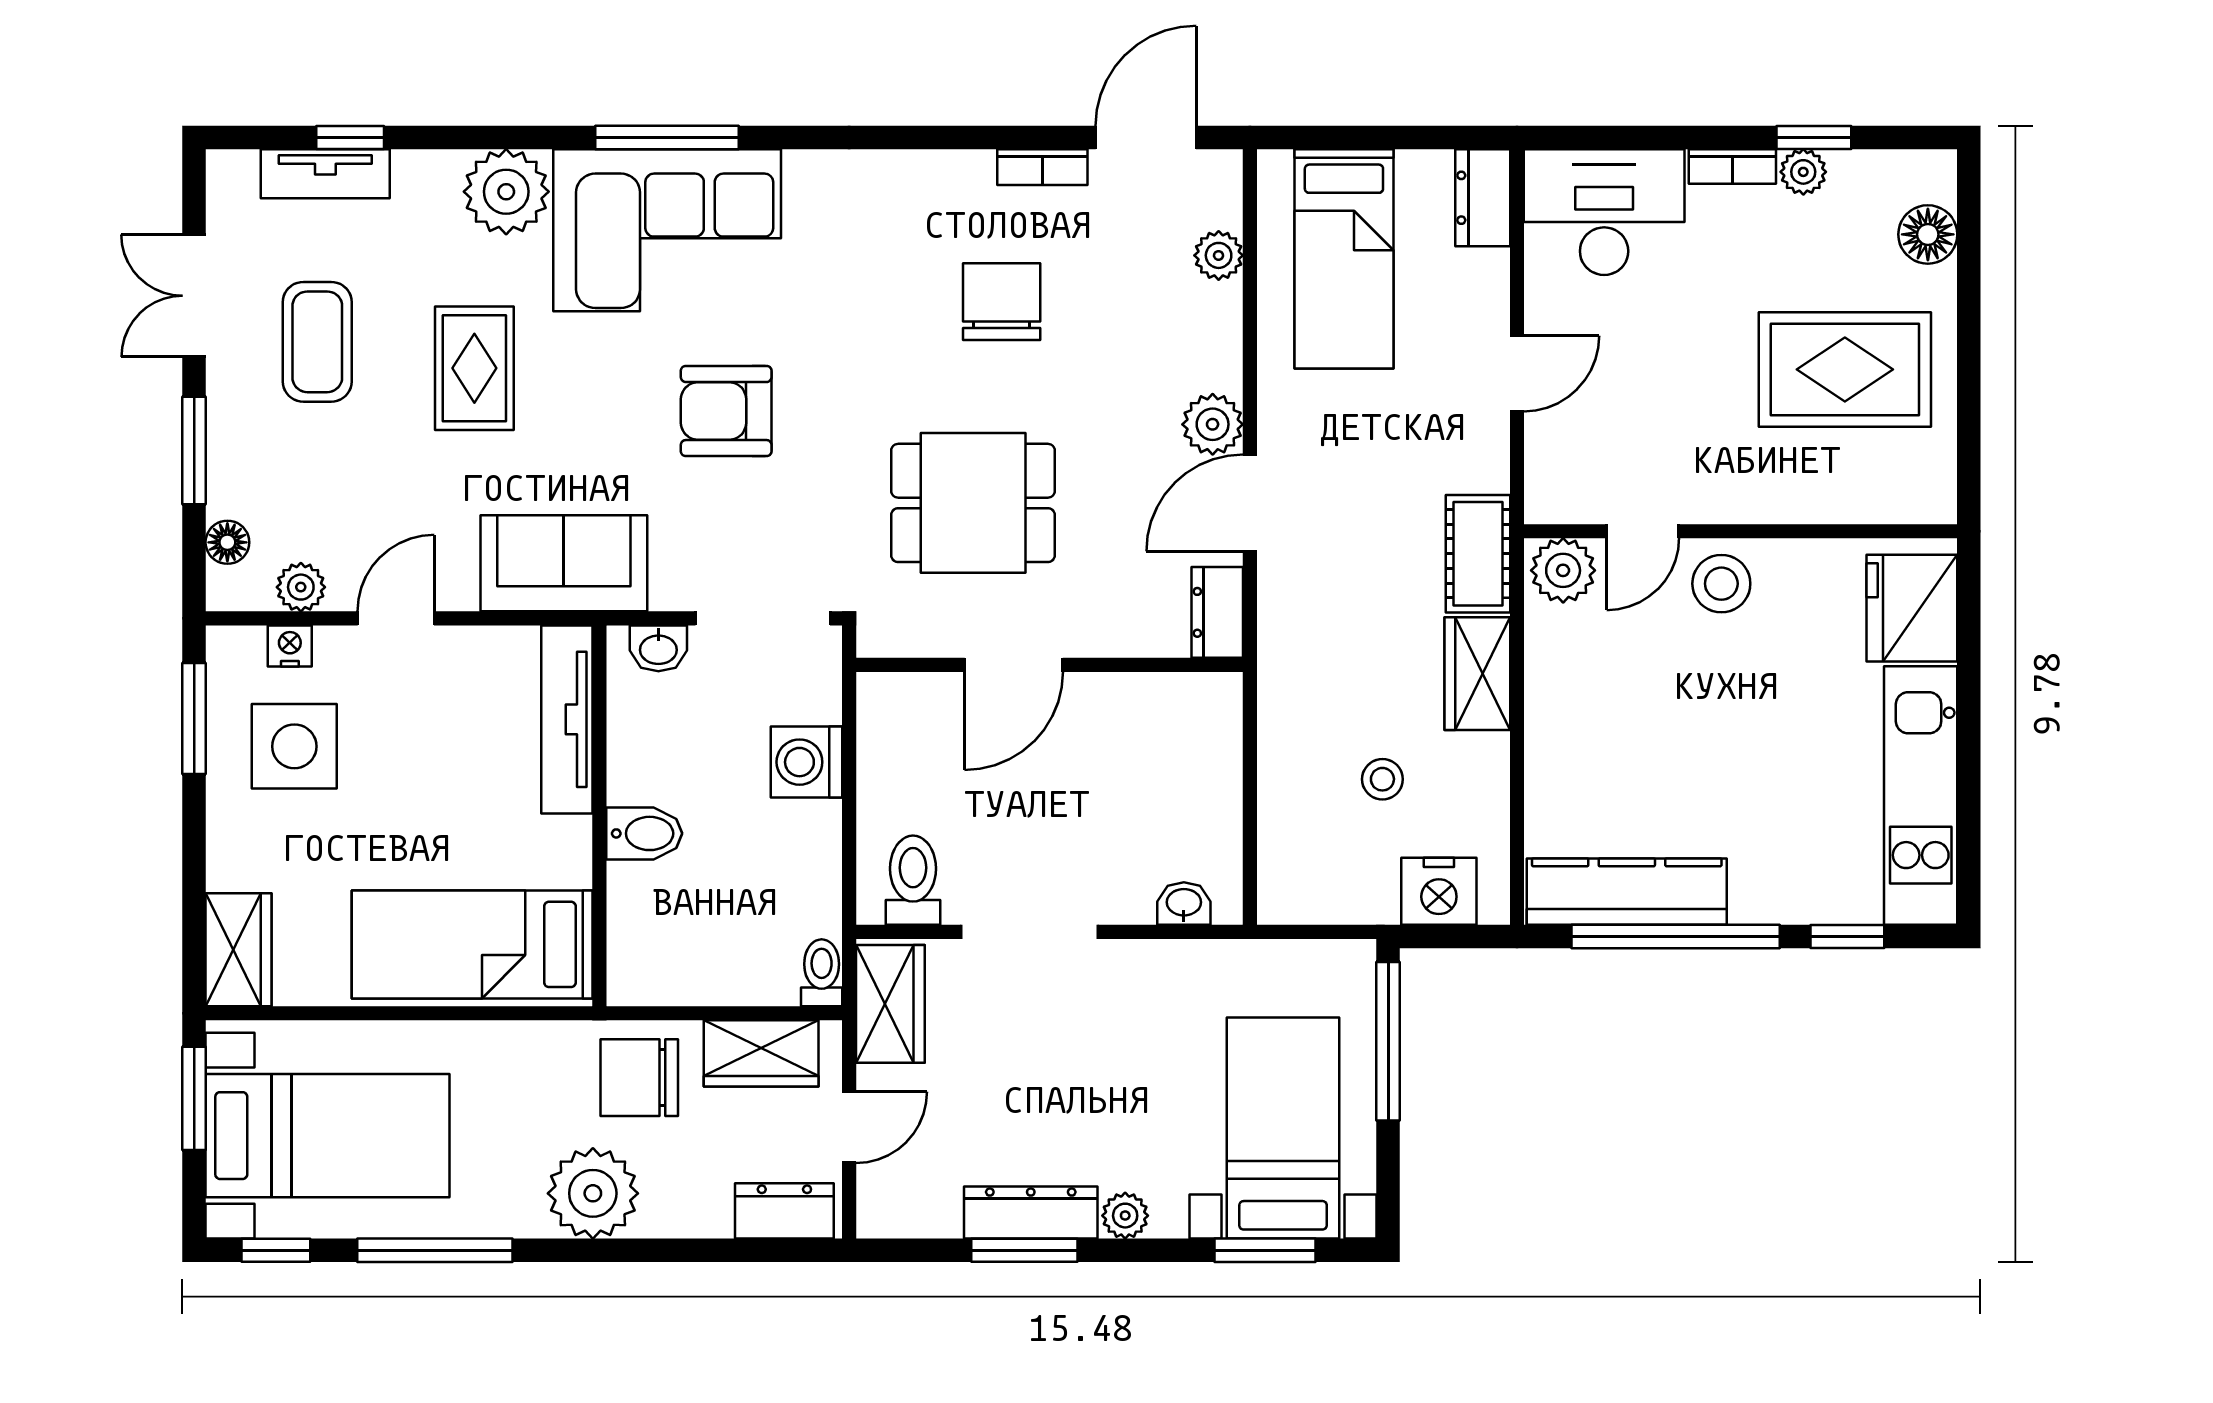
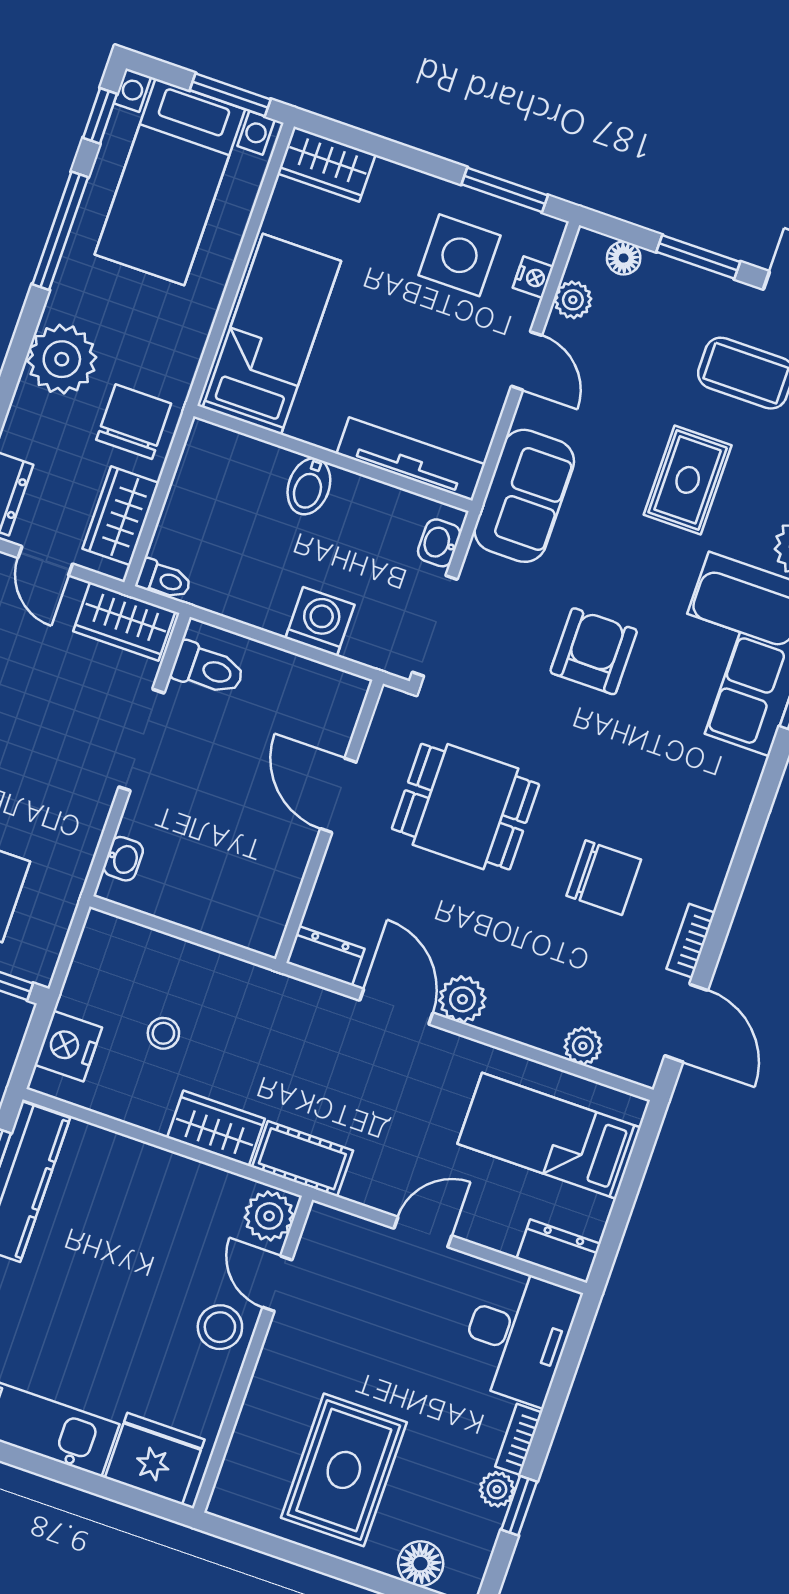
rug: (474, 368) -> (688, 480), turned 90
door: (1517, 374) -> (423, 1232), swing flipped
dining table: (973, 503) -> (465, 807), turned 90

